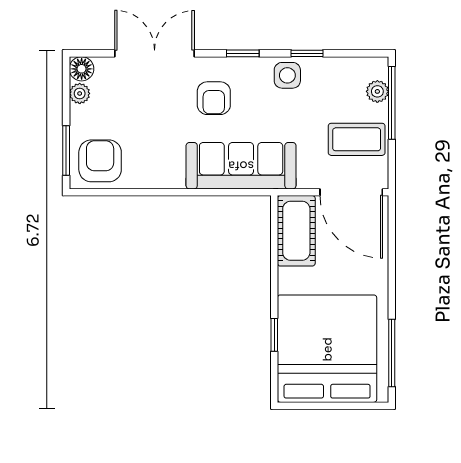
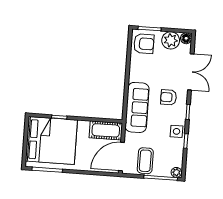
plant: (377, 91) -> (176, 172), moved
plant: (80, 93) -> (171, 40), width x1.88, depth x1.88

